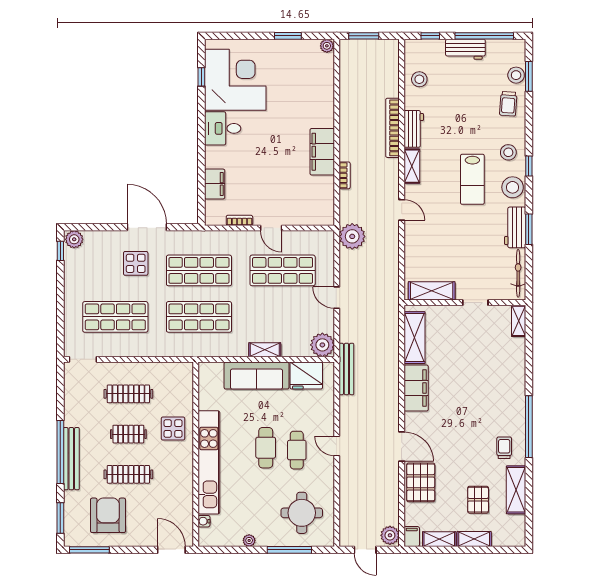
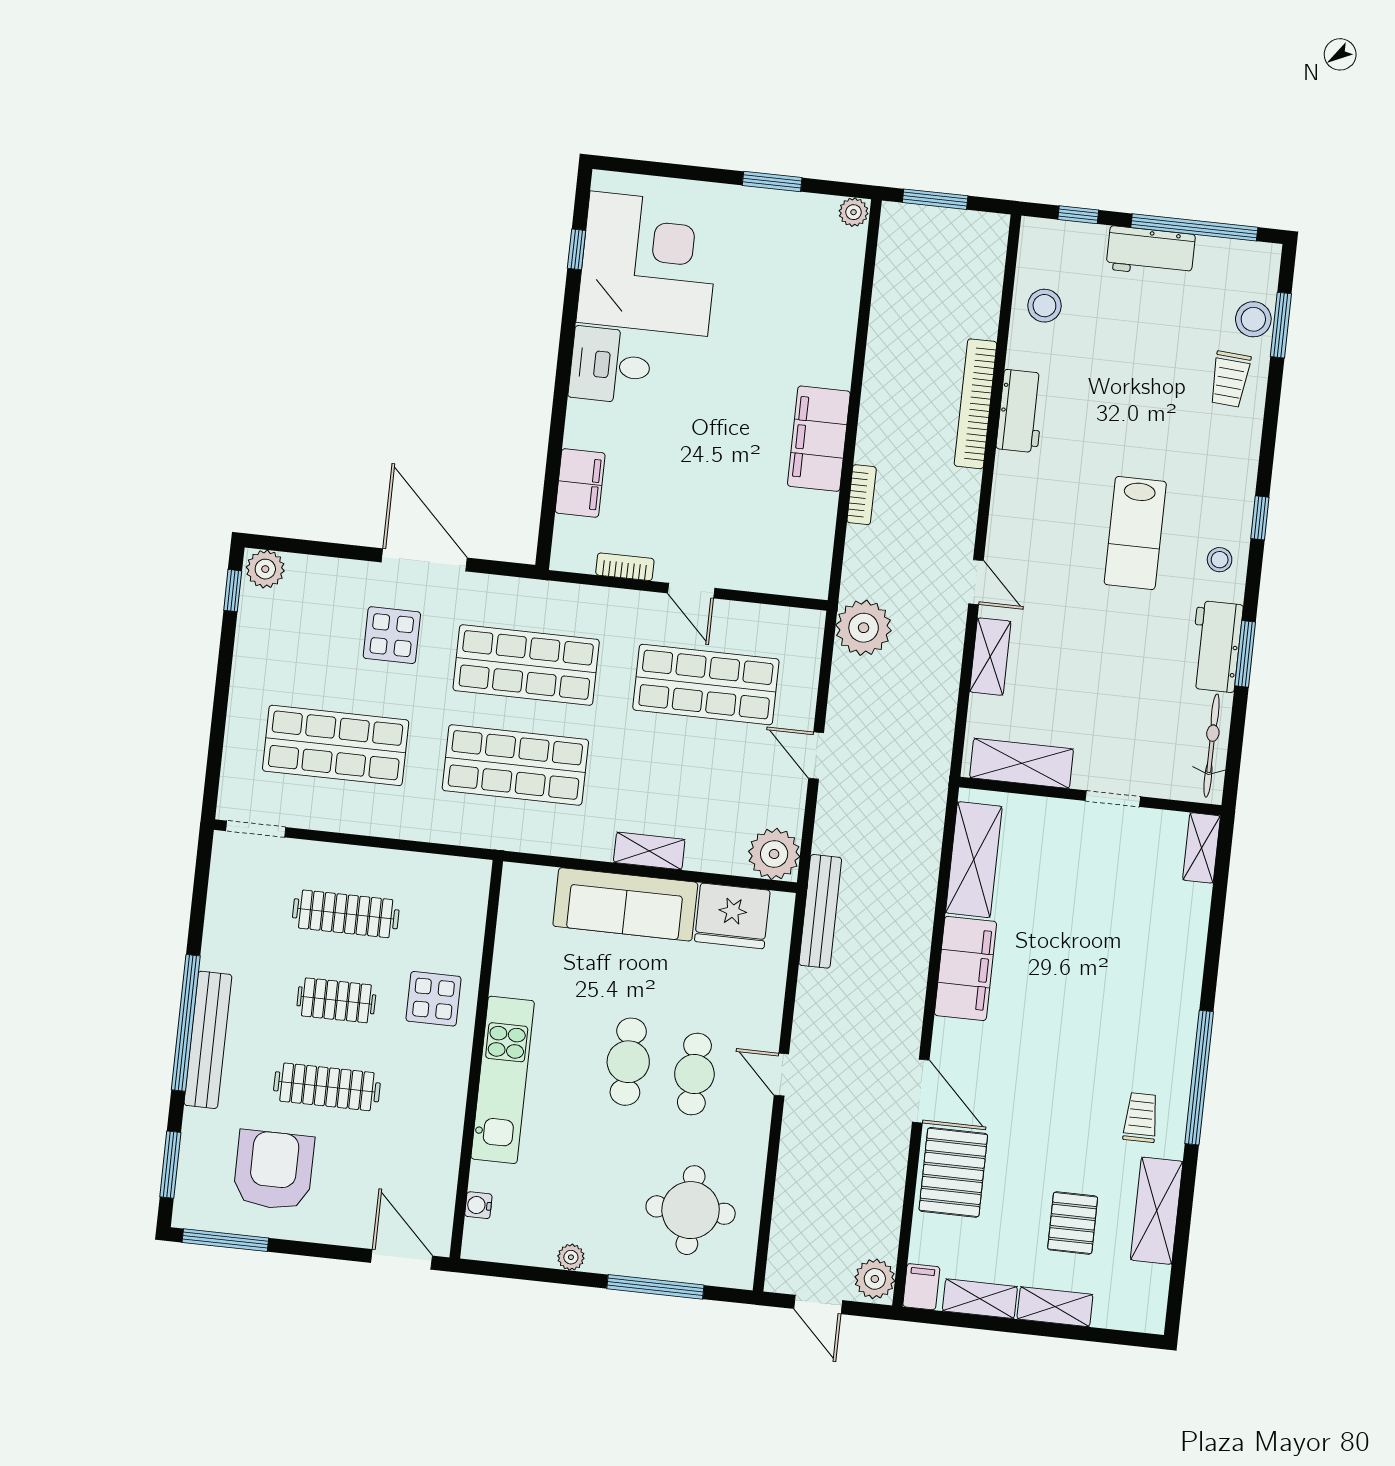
stool: (508, 152) -> (1219, 484), removed
shelving: (412, 166) -> (990, 657), moved
stool: (513, 187) -> (1220, 560), width x0.53, depth x0.53
kitchen unit: (209, 462) -> (503, 1080), width x0.73

